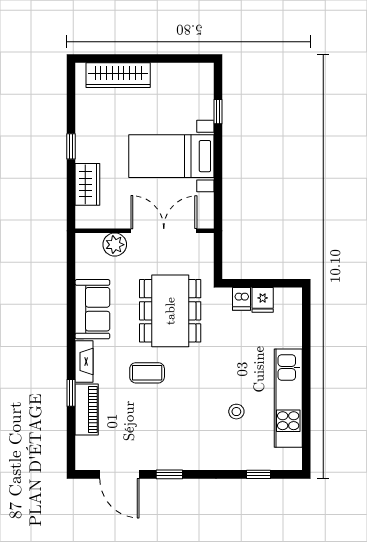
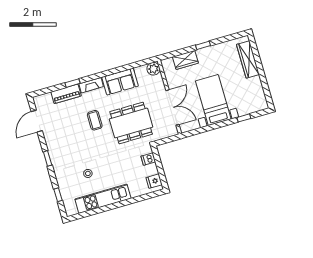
plant: (115, 245) -> (153, 69), moved
fridge: (263, 300) -> (154, 181), moved
window: (169, 474) -> (48, 158), moved

